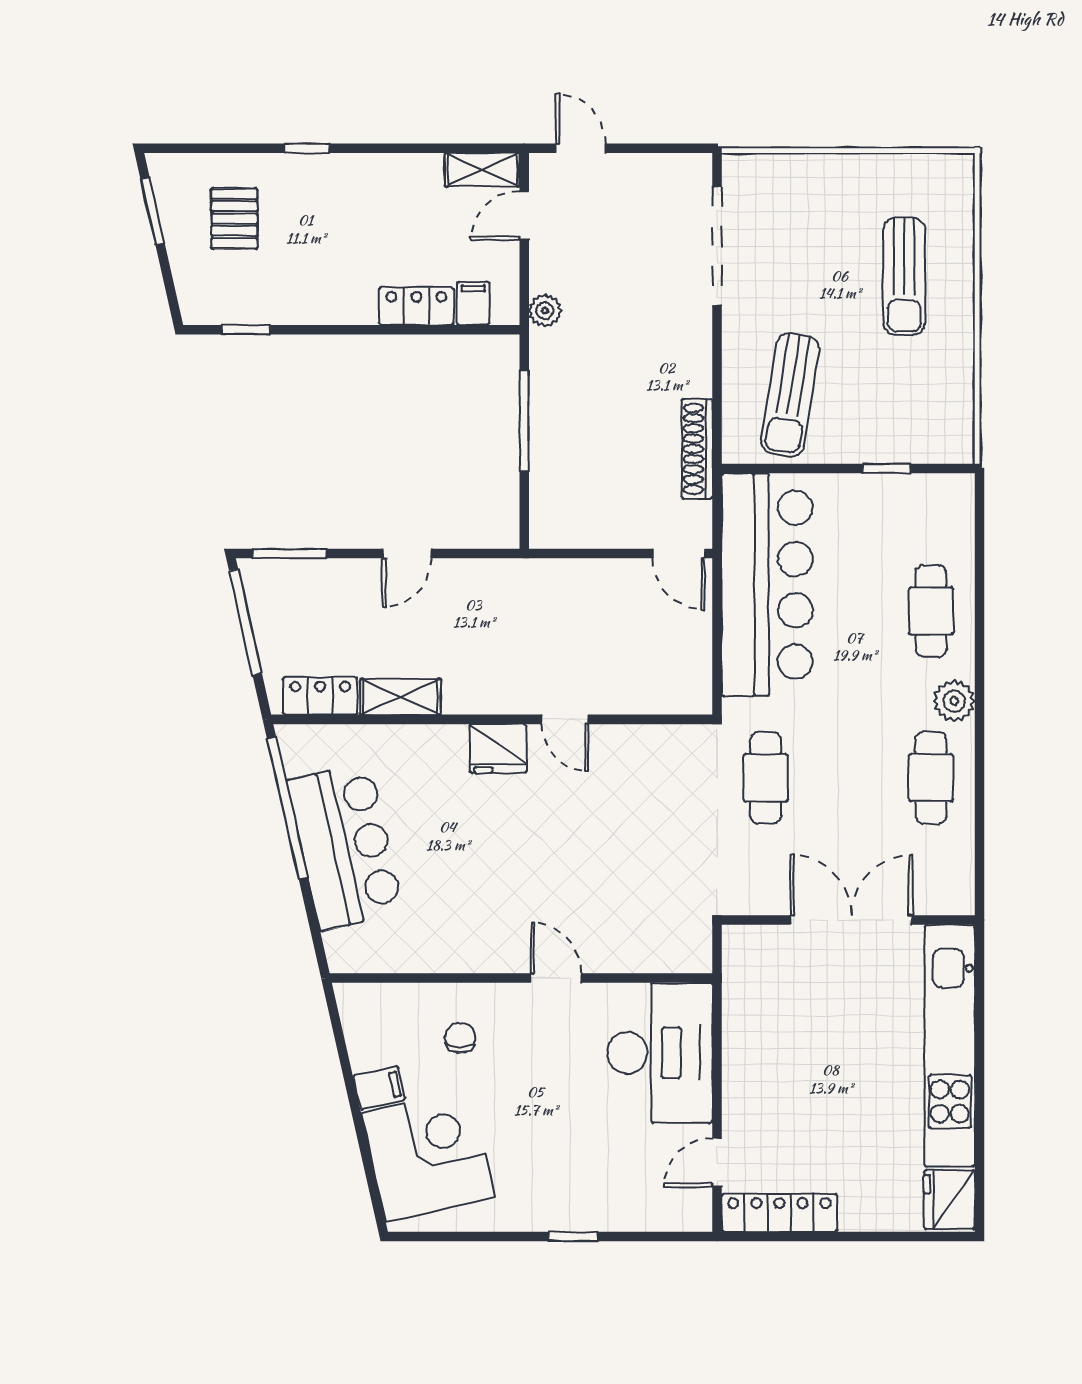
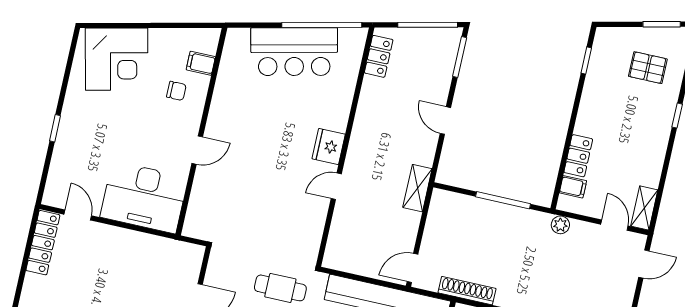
shelving: (400, 697) -> (417, 188), moved
filing cabinet: (379, 1088) -> (201, 63), moved, turned 103

